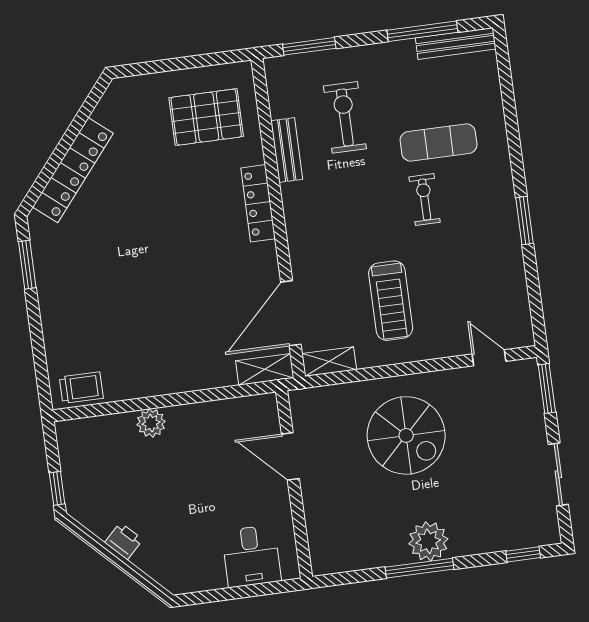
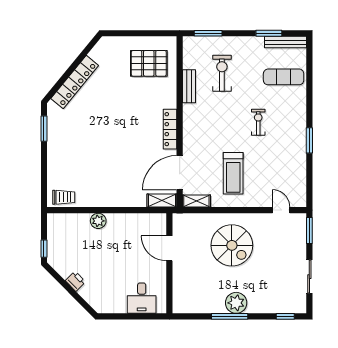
window: (422, 31) -> (269, 33), width x0.69
exercise mat: (439, 143) -> (284, 77), moved
locker: (258, 203) -> (170, 129), moved

